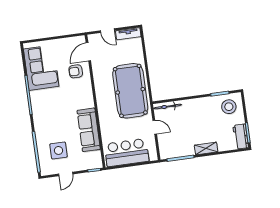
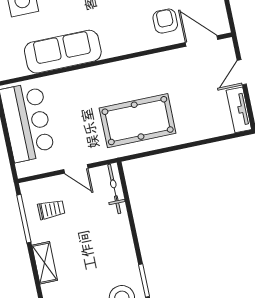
pool table: (130, 91) -> (138, 121), width x0.73, depth x0.76
door: (155, 127) -> (76, 169), hinge flipped
trolley: (176, 143) -> (51, 209), added

